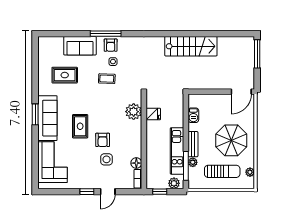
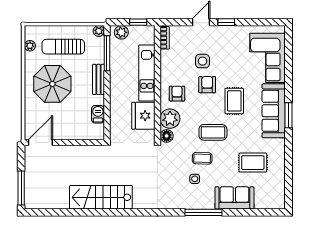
armchair: (111, 45) -> (177, 94), moved
coffee table: (98, 100) -> (213, 132), added
fridge: (153, 114) -> (143, 116), width x1.88, depth x1.34
kitchen unit: (177, 151) -> (147, 73), moved, turned 180
plant: (193, 162) -> (99, 31), moved
floor lamp: (136, 163) -> (167, 136), moved

